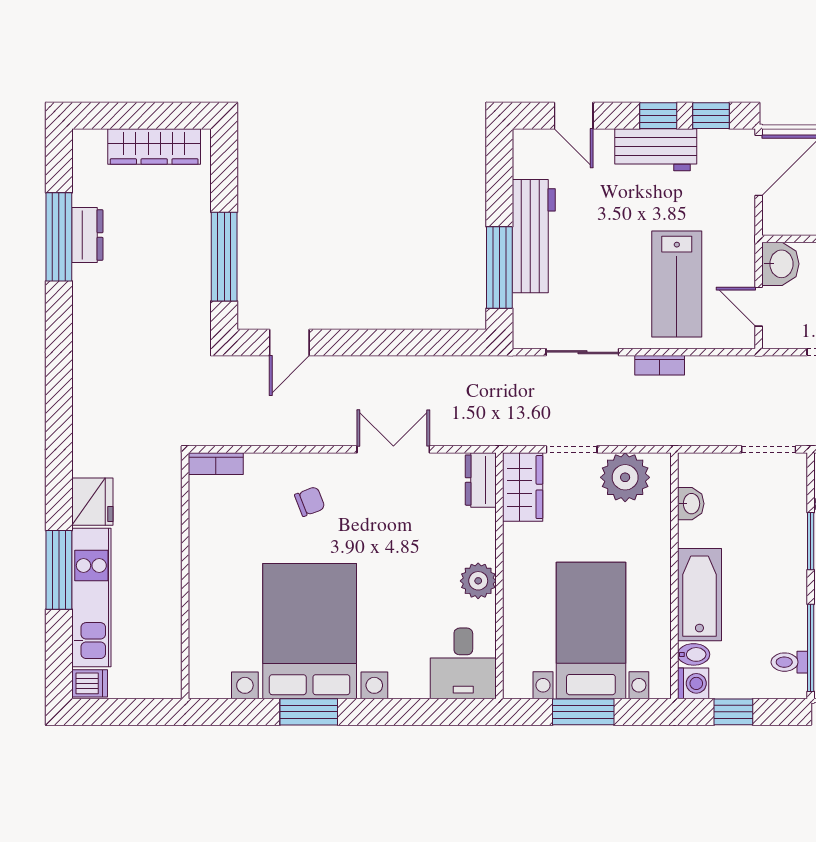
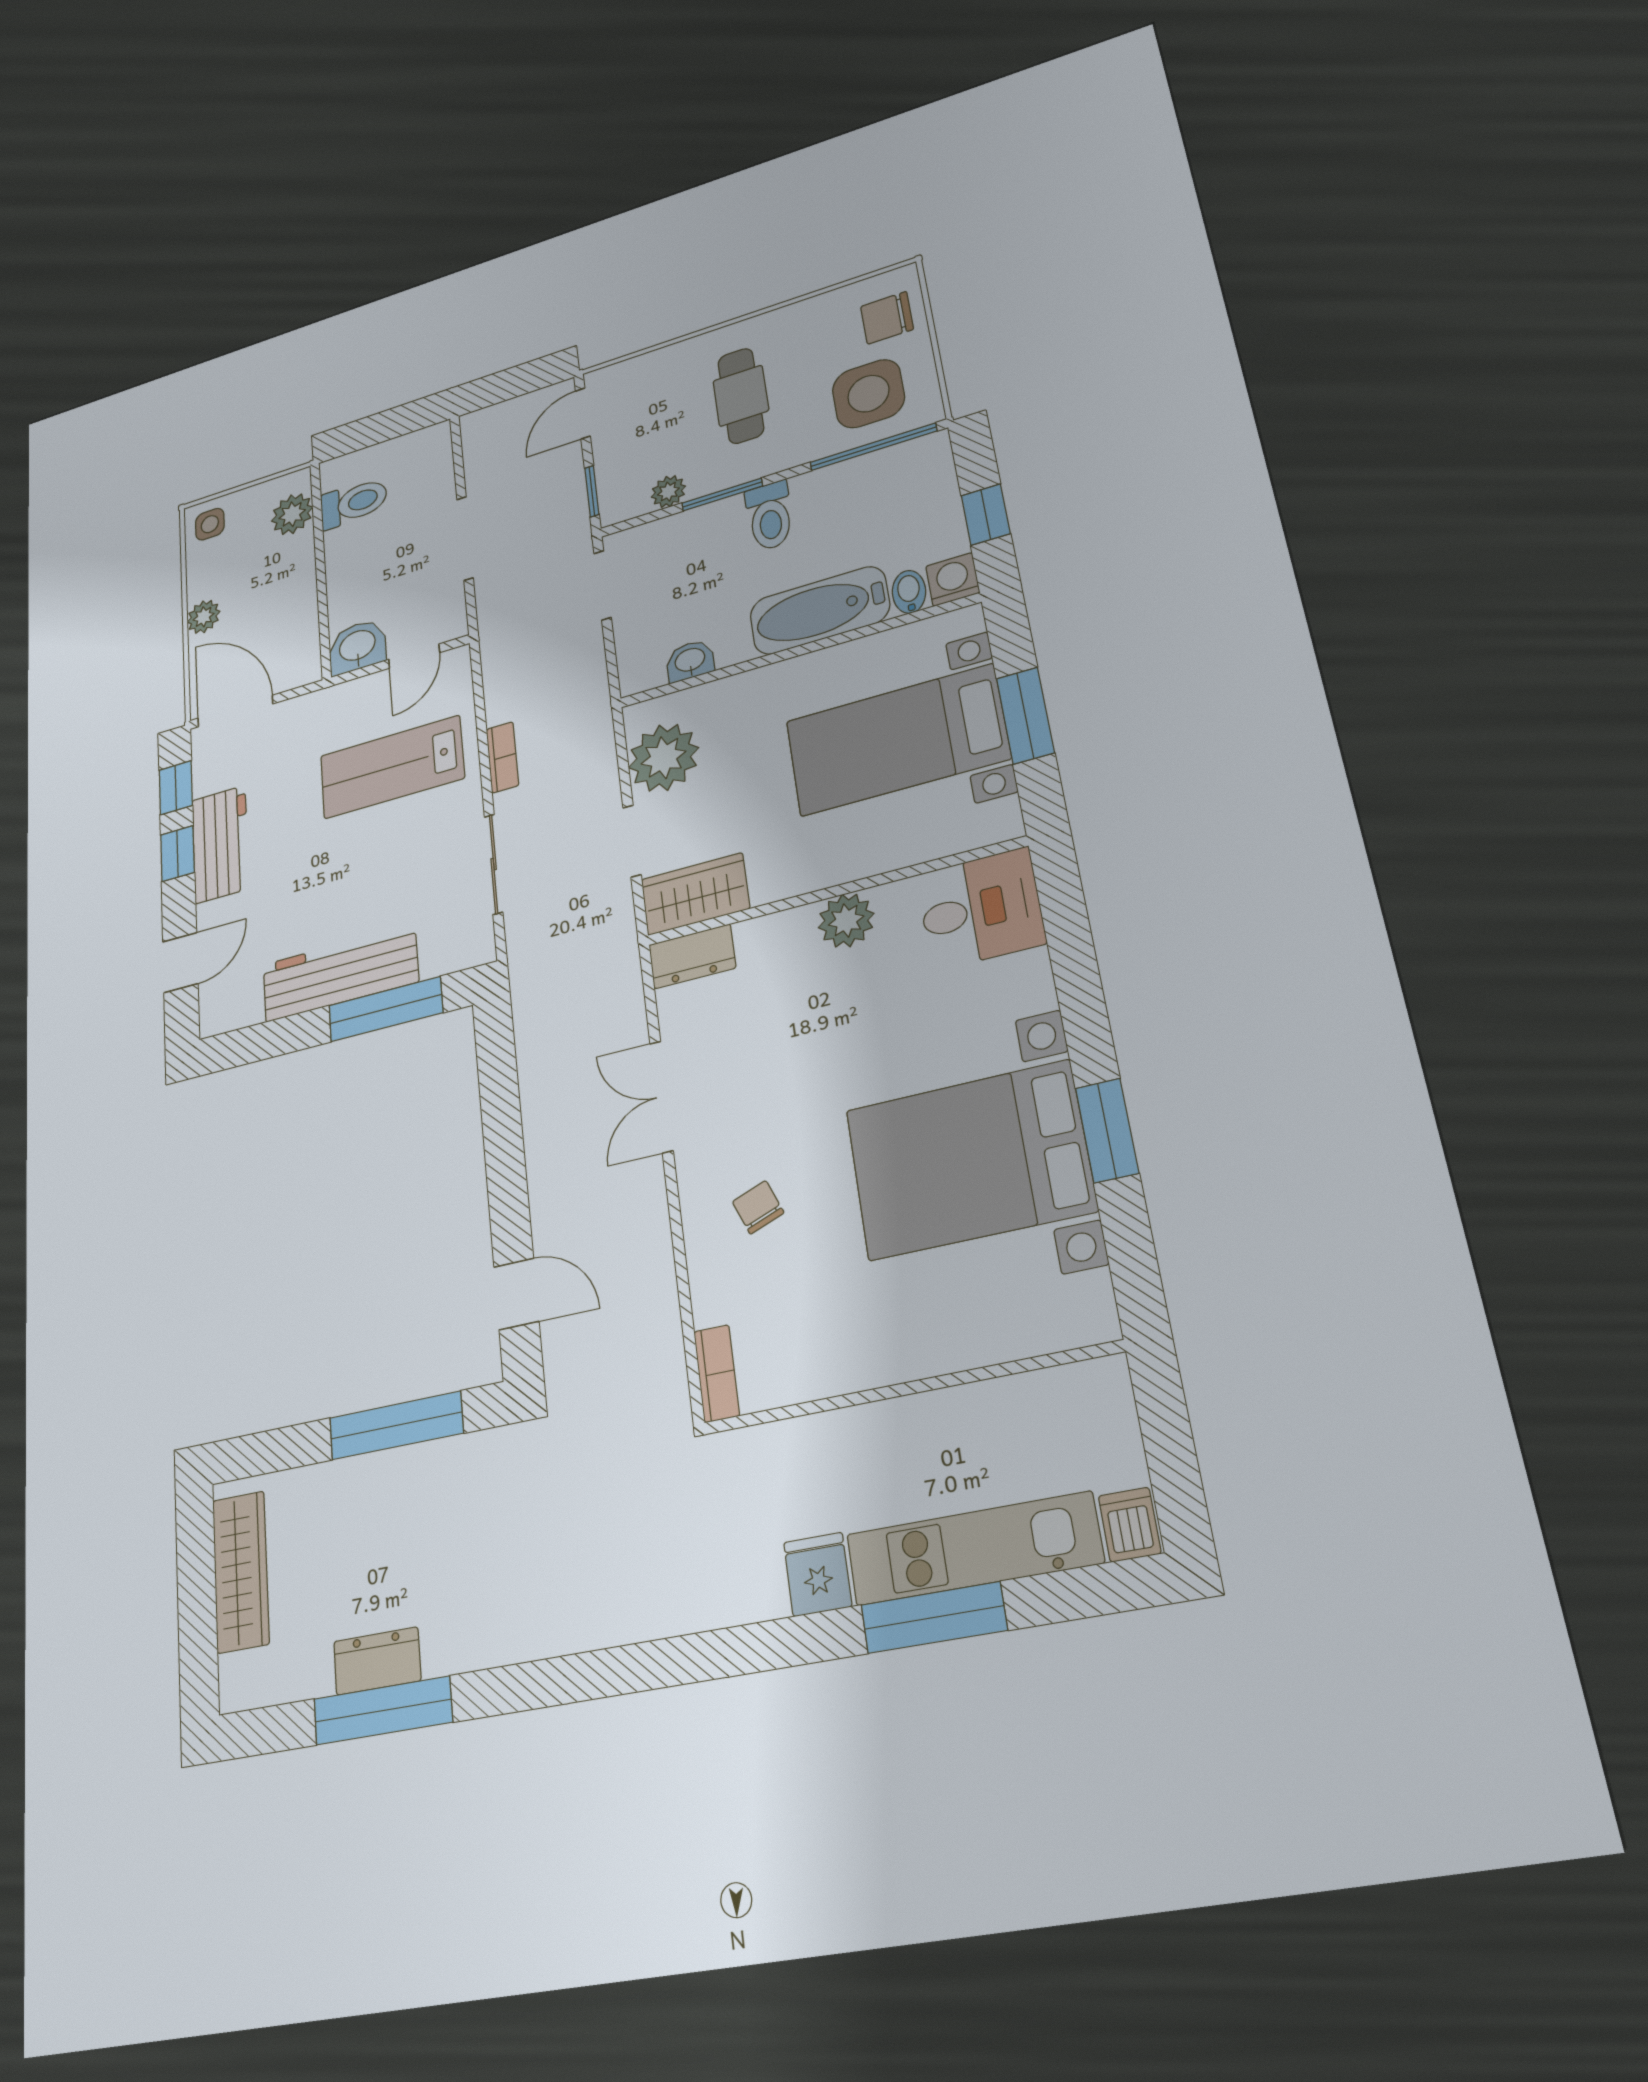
lab bench: (677, 284) -> (392, 767), turned 180
fridge: (92, 502) -> (818, 1574), width x0.72
toilet: (789, 662) -> (770, 516), moved, width x1.37, depth x1.39

